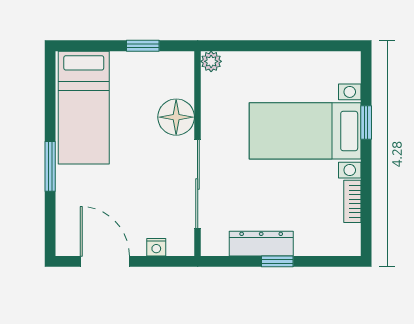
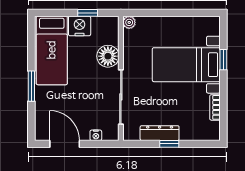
nightstand: (129, 67) -> (80, 26), added

